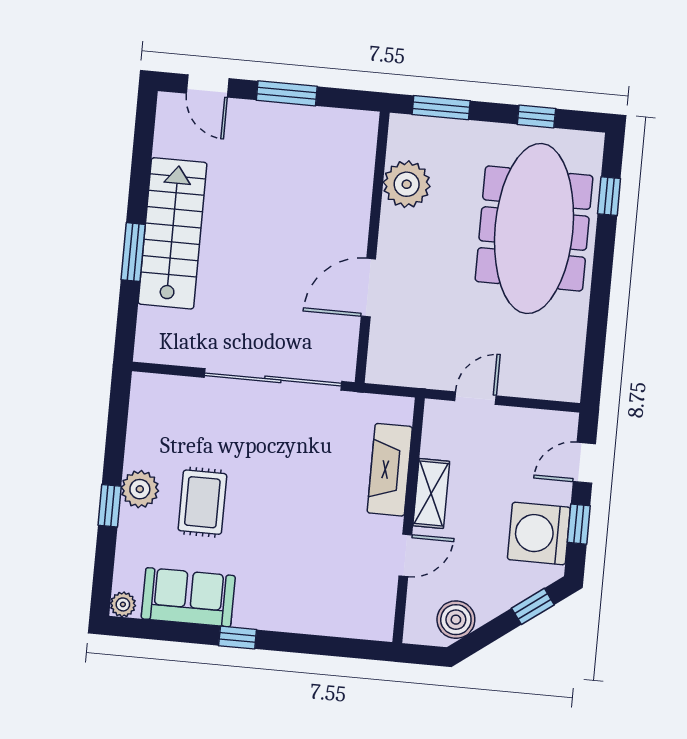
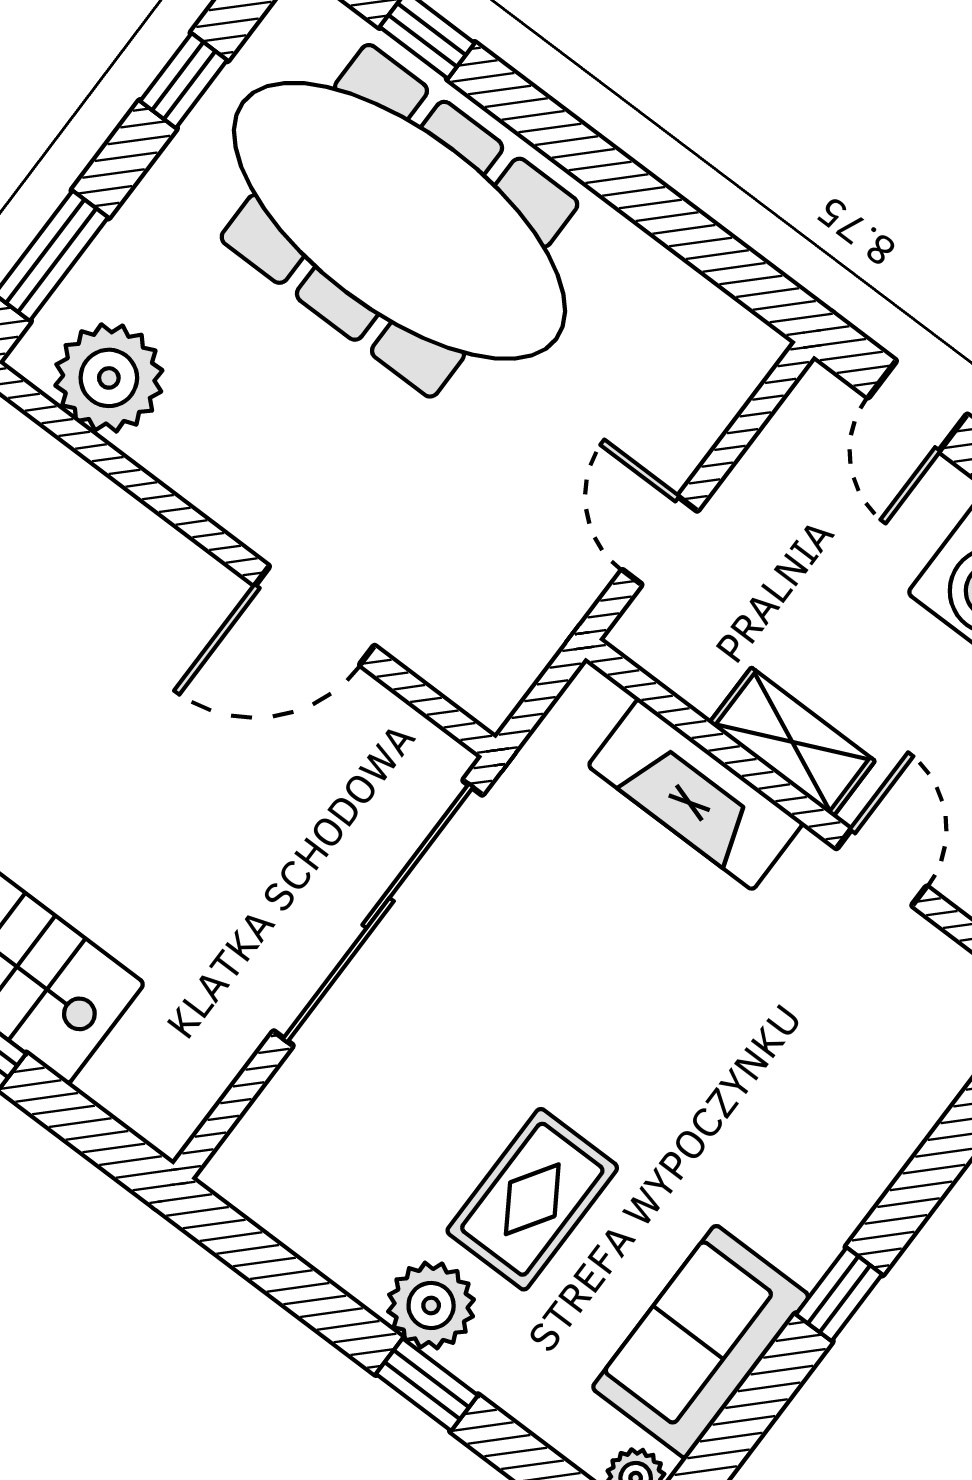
plant: (407, 184) -> (109, 378), moved
door: (368, 288) -> (315, 615), hinge flipped
rug: (202, 502) -> (532, 1199), turned 90

